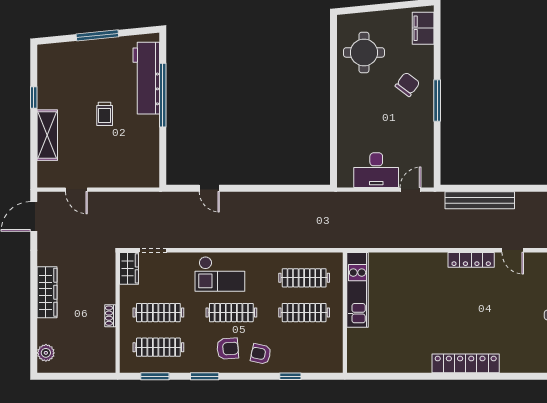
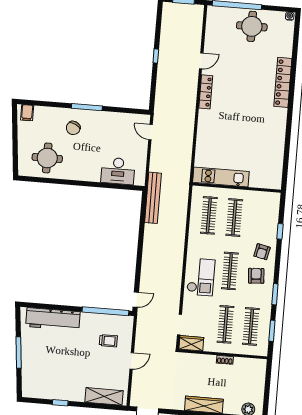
filing cabinet: (423, 28) -> (27, 113), width x0.50
chair: (407, 84) -> (73, 128), turned -101
window: (163, 95) -> (105, 311), moved
trolley: (105, 114) -> (108, 341), moved
shelving: (47, 135) -> (104, 396), moved
desk: (376, 170) -> (118, 171), moved, turned 90
door: (209, 188) -> (136, 300), moved
window: (514, 188) -> (156, 56), added
door: (76, 190) -> (132, 361), moved
bench: (480, 200) -> (153, 198), moved
locker: (466, 363) -> (283, 82), moved

